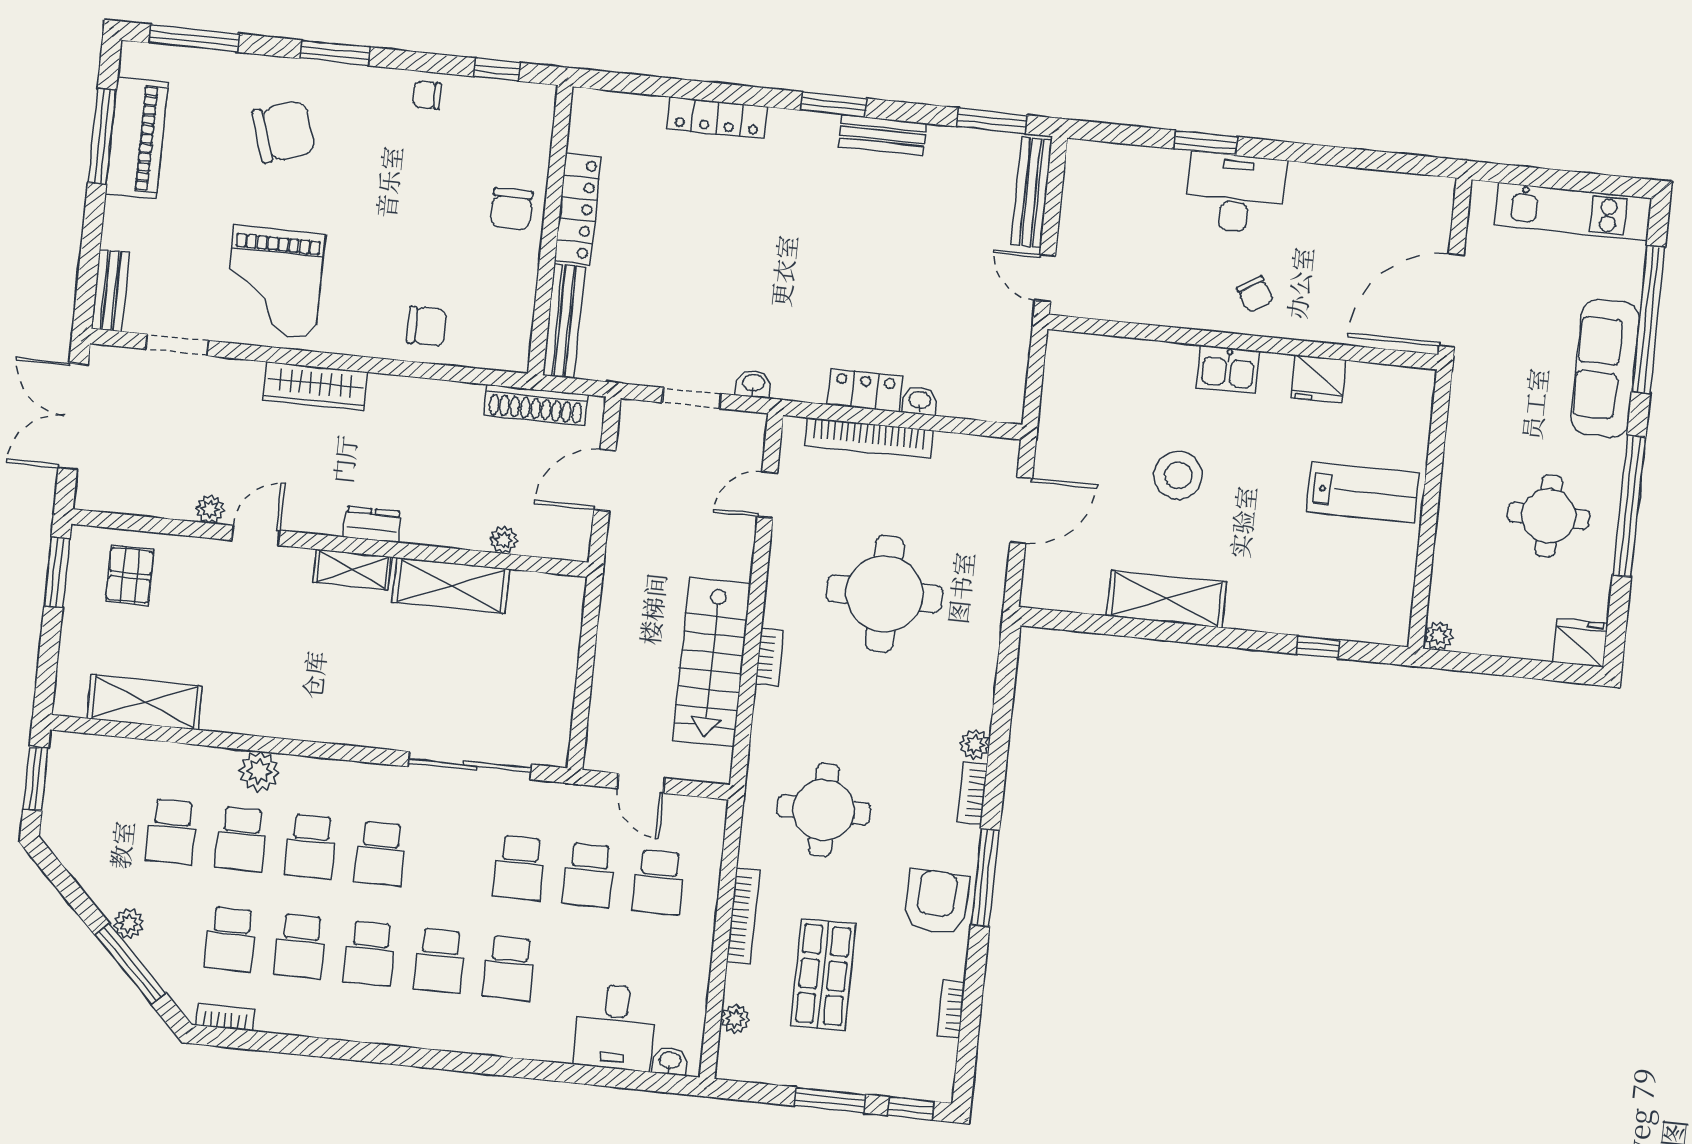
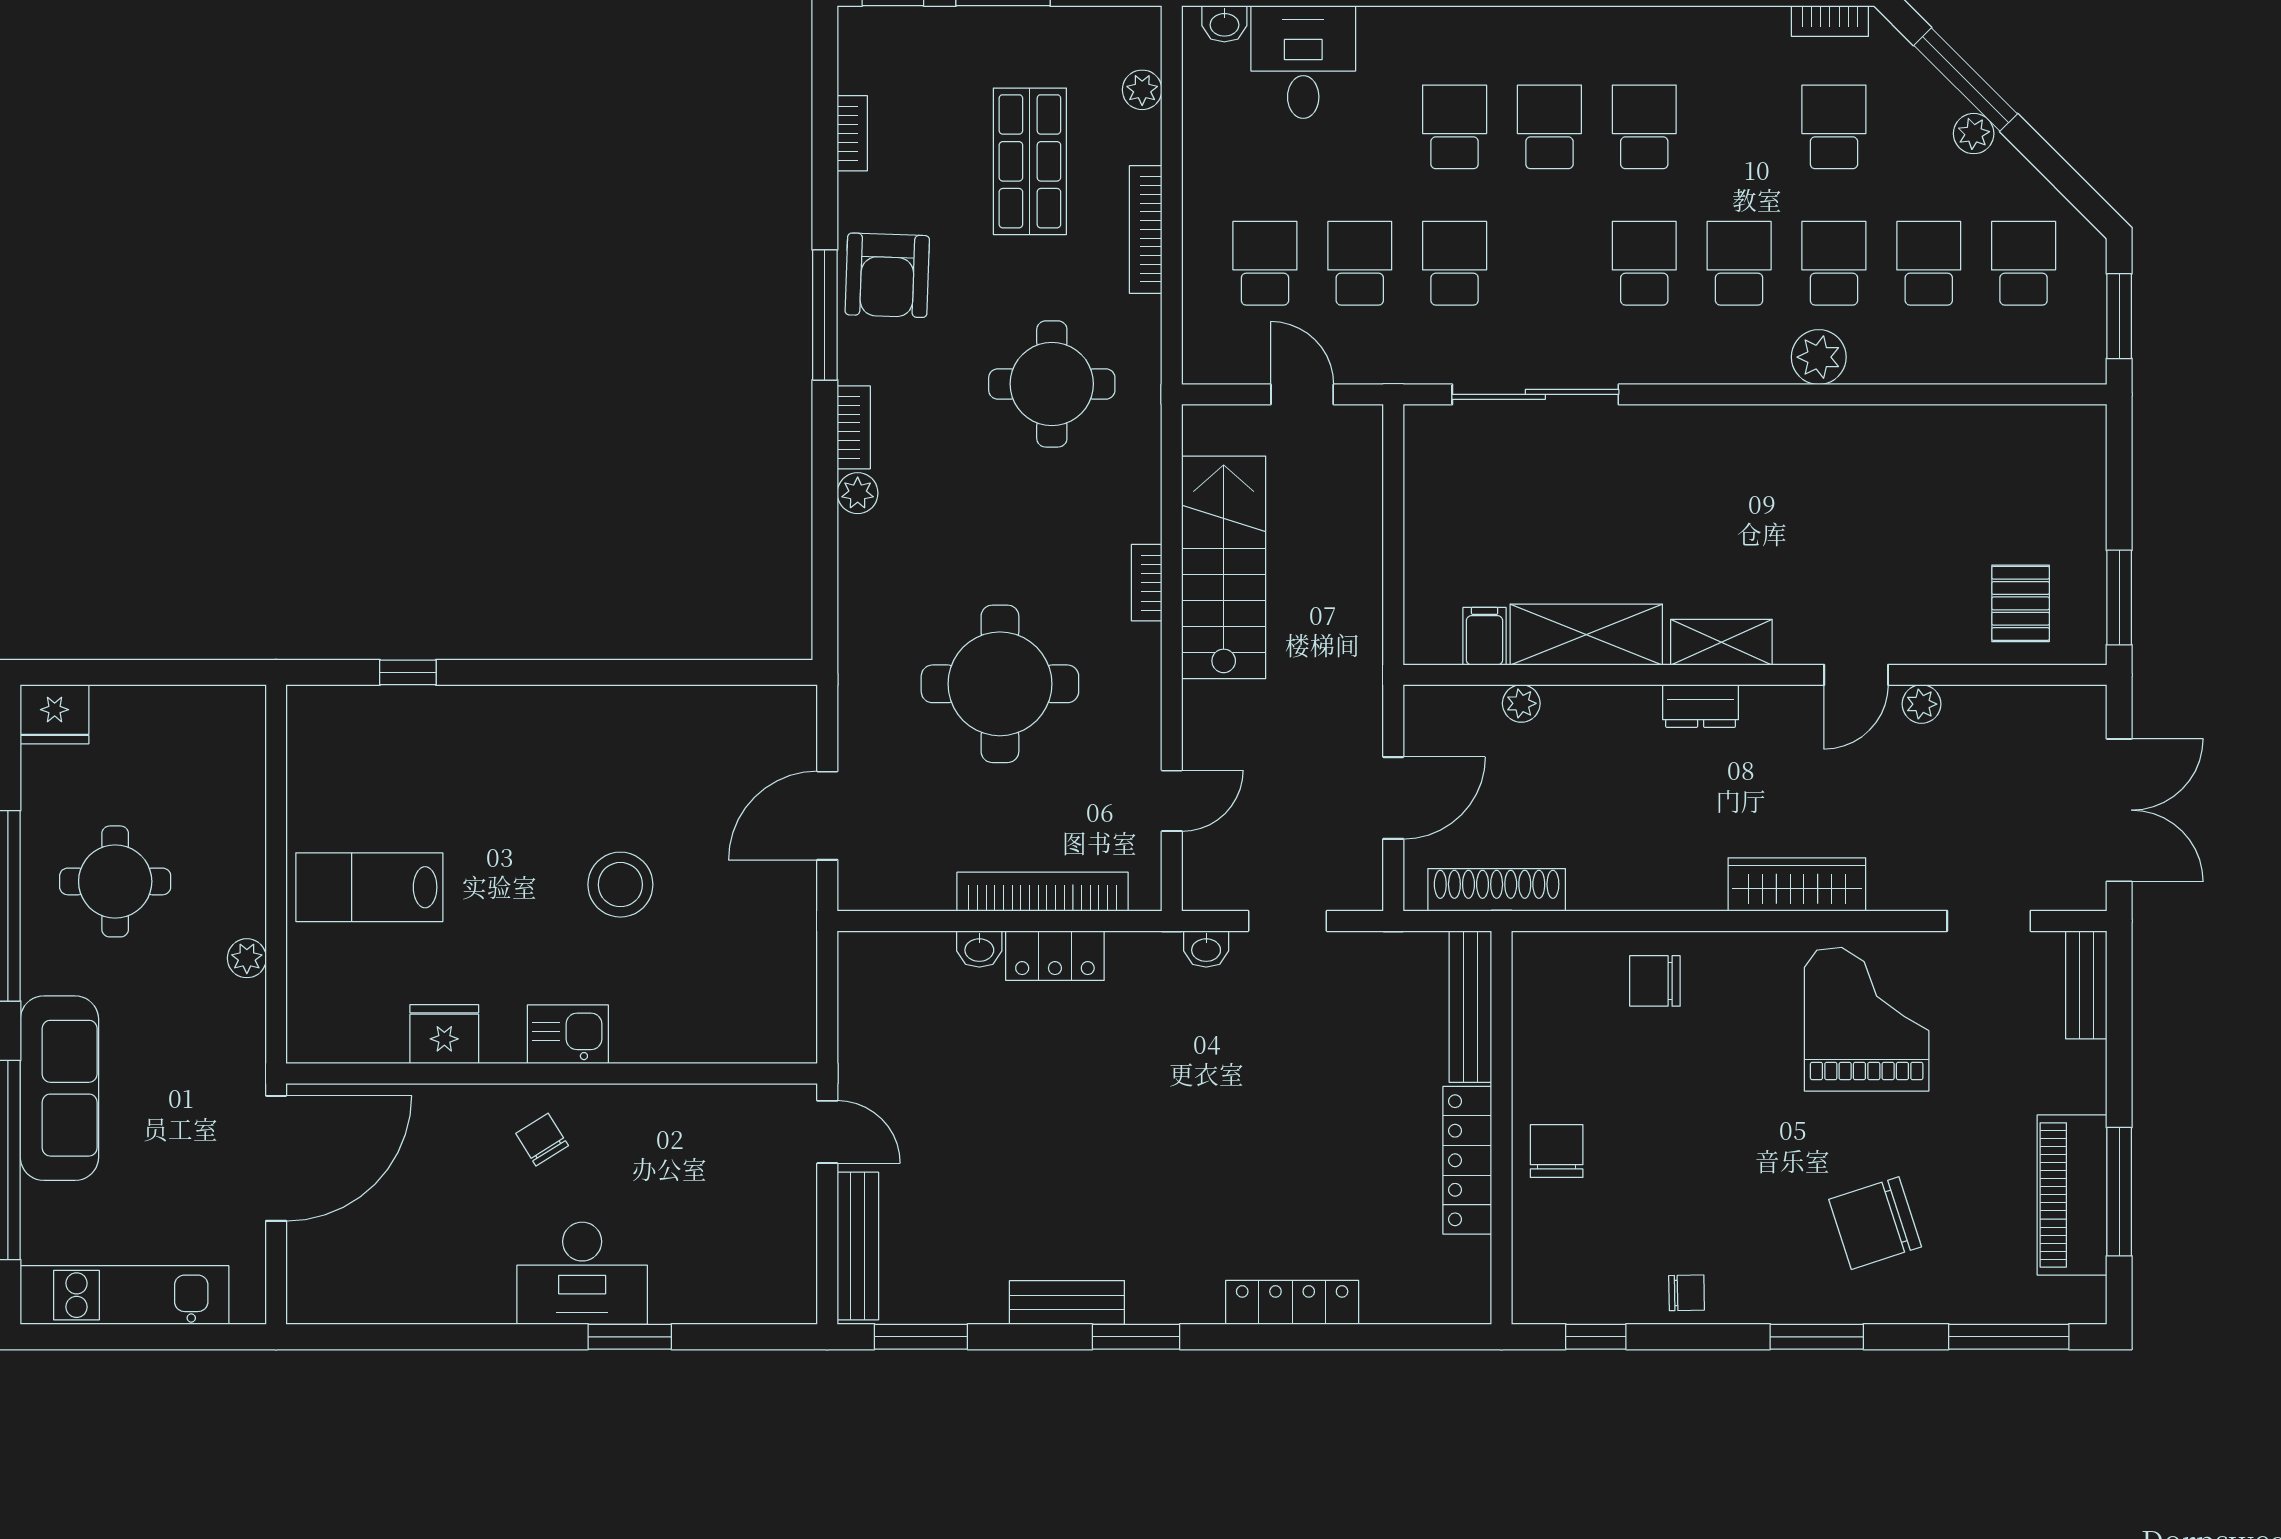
filing cabinet: (526, 592) -> (1485, 636), added
shelving: (1167, 599) -> (619, 716), removed
plant: (1439, 636) -> (247, 958), moved
shelving: (145, 702) -> (1983, 434), removed
school desk: (300, 946) -> (2024, 263), moved

